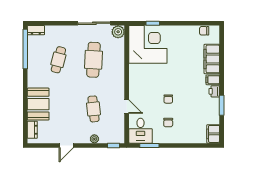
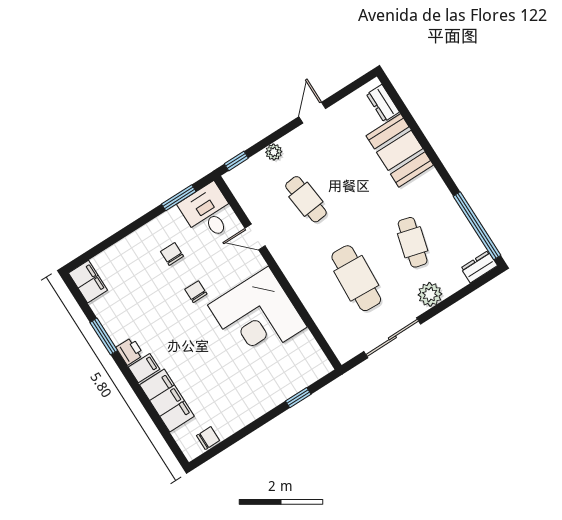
plant: (118, 32) -> (430, 294), moved
corner desk: (148, 44) -> (257, 316), moved

